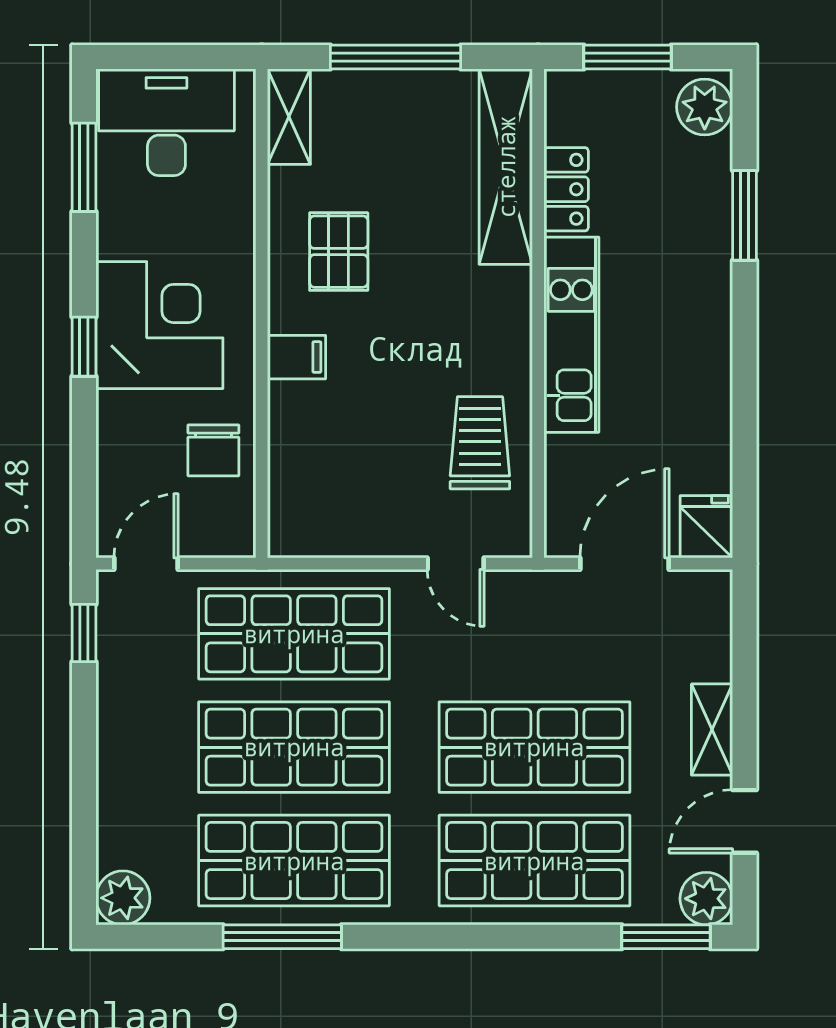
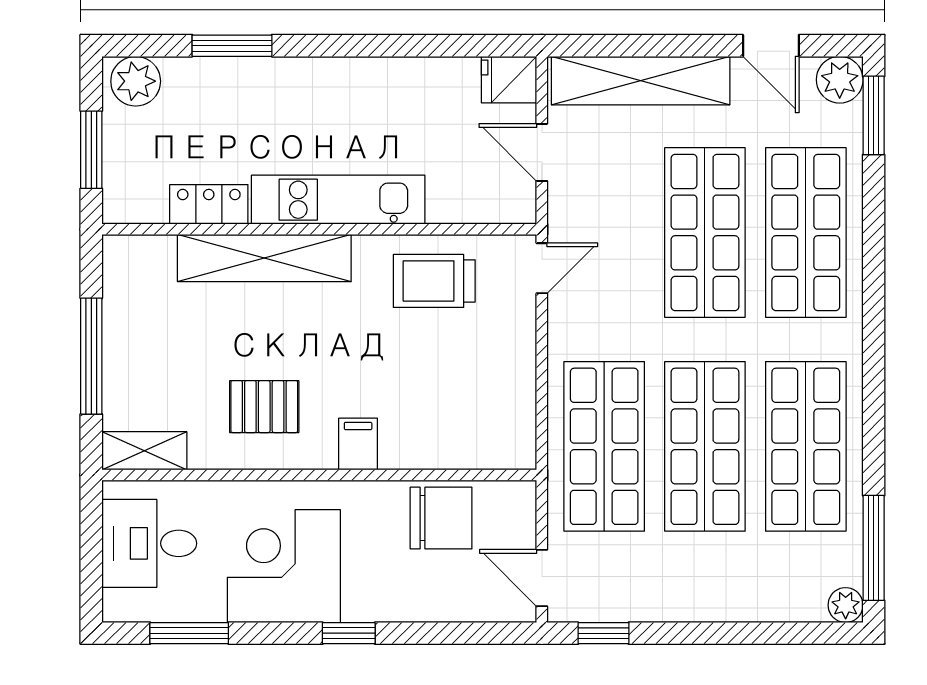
desk: (166, 122) -> (149, 543), width x0.73
shelving: (506, 167) -> (264, 258), moved
corner desk: (159, 325) -> (284, 566), moved
chair: (213, 450) -> (441, 518), width x1.37, depth x1.37
door: (456, 564) -> (542, 268), moved
door: (624, 564) -> (542, 152), width x0.73
shelving: (712, 730) -> (641, 81), width x2.20, depth x1.33
plant: (123, 898) -> (846, 605), width x0.73, depth x0.73
window: (282, 937) -> (874, 548), moved

